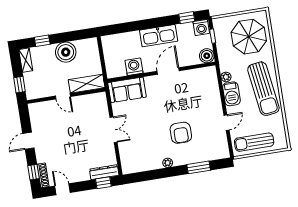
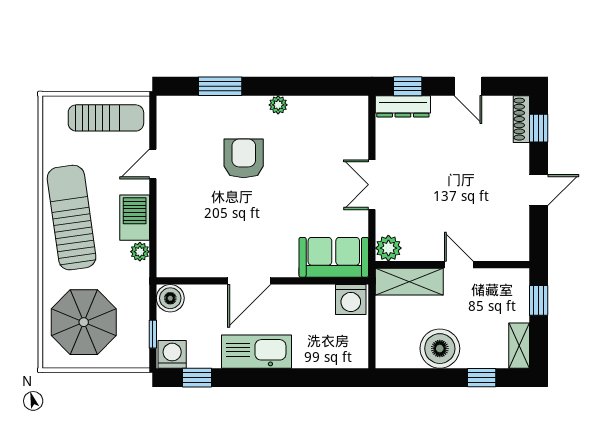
washing machine: (134, 67) -> (351, 300), moved
plant: (100, 99) -> (388, 248), added
door: (63, 189) -> (468, 86), moved

